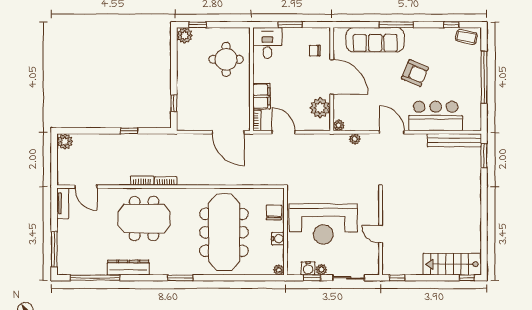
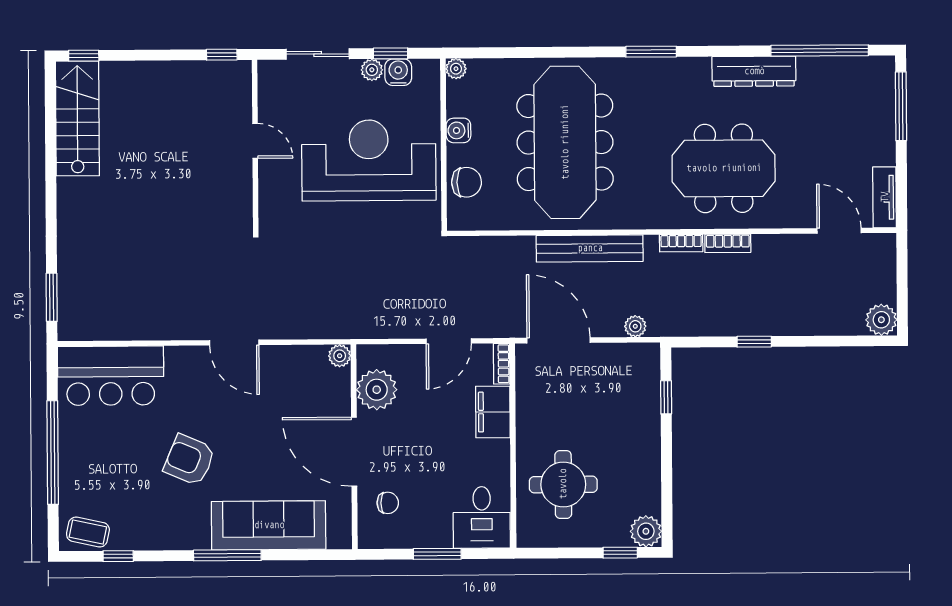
bar counter: (436, 116) -> (111, 376), moved
door: (283, 132) -> (449, 341), hinge flipped
plant: (355, 139) -> (635, 326), moved
bench: (454, 140) -> (590, 248), moved
chair: (274, 212) -> (467, 182), turned -90
stairs: (452, 264) -> (77, 118), moved, turned -90

